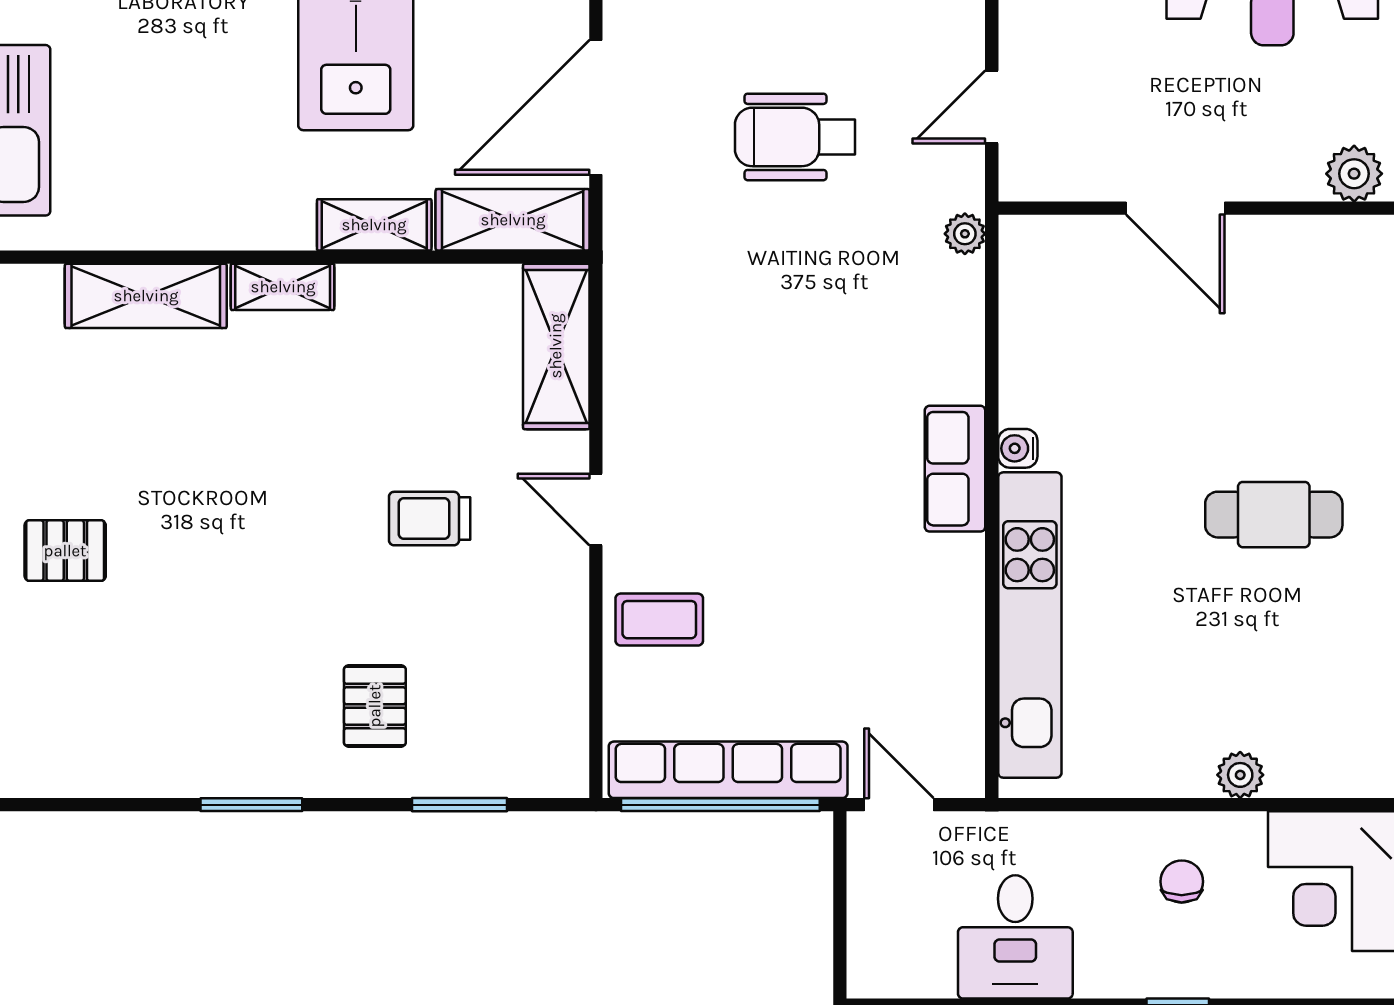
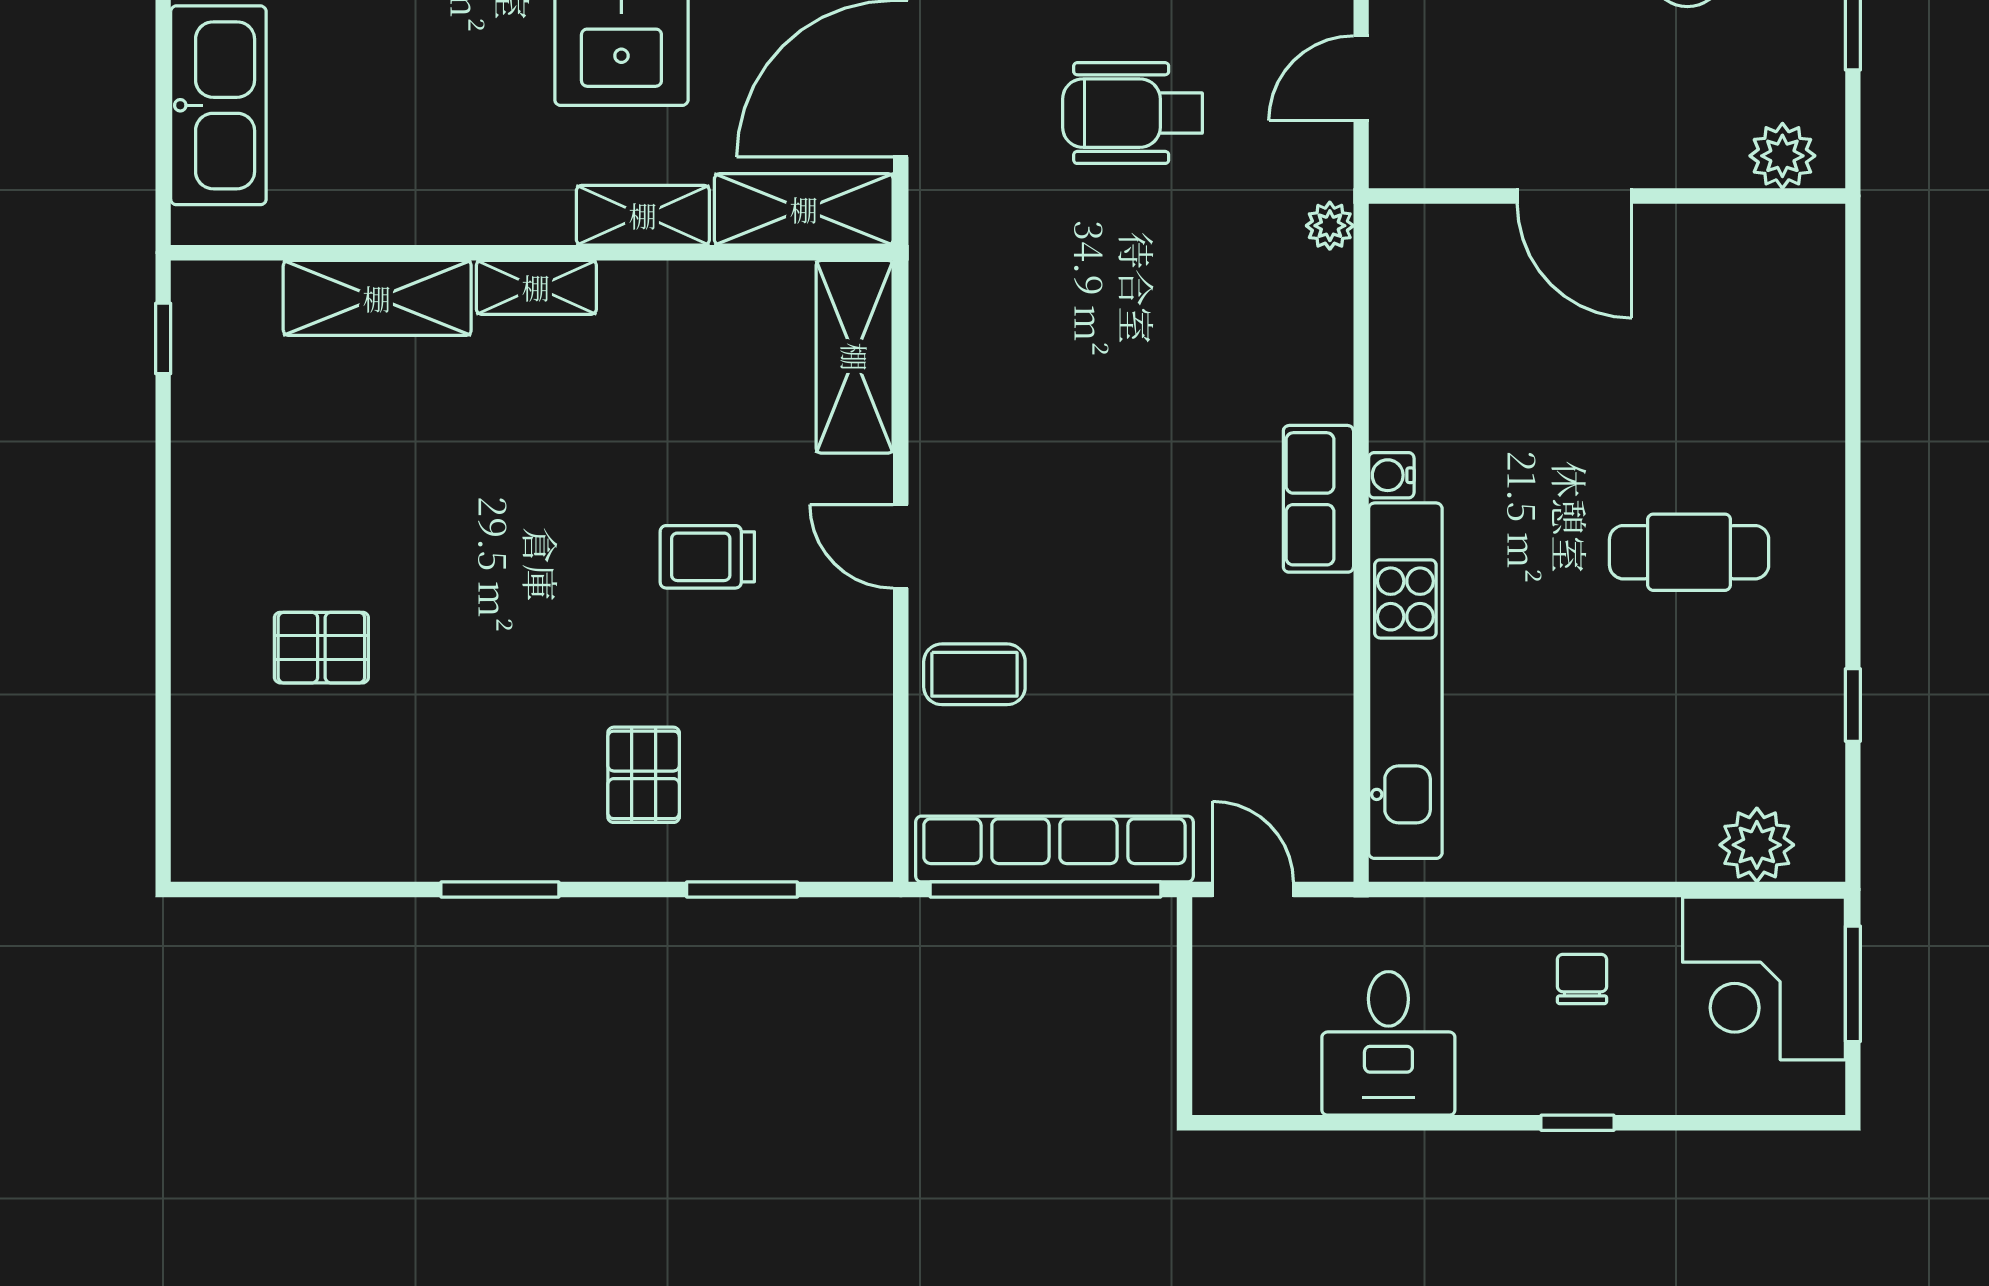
pallet: (65, 551) -> (321, 648), moved
plant: (1240, 775) -> (1757, 845), moved, width x1.38, depth x1.38

